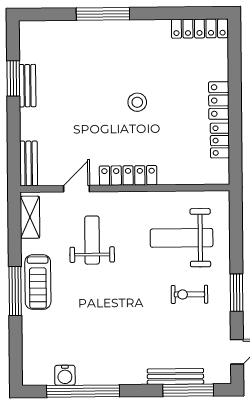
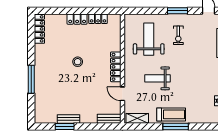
weight bench: (182, 238) -> (149, 39), turned 180
weight bench: (92, 240) -> (158, 78), moved

